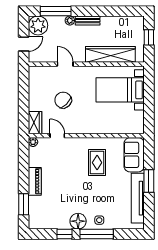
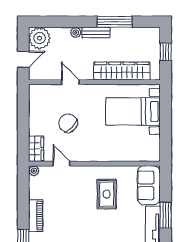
window: (56, 11) -> (115, 22), moved

